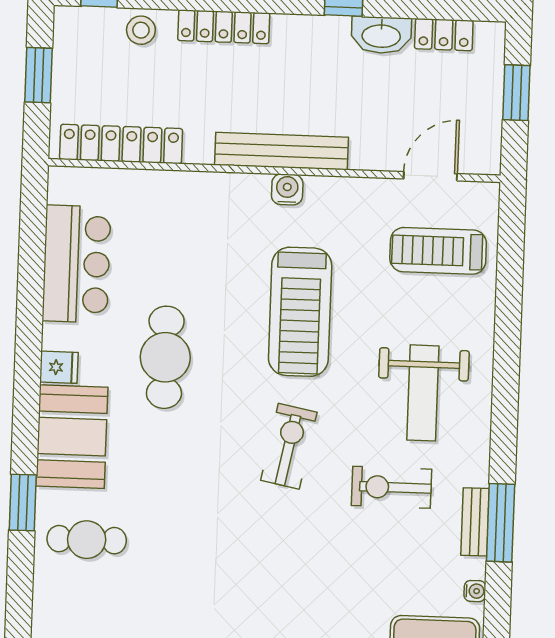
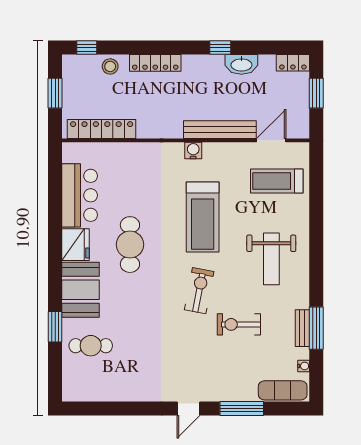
locker: (444, 35) -> (293, 63), moved
bench: (282, 151) -> (220, 130), moved
fridge: (59, 367) -> (76, 245), width x1.88, depth x1.34
exercise bike: (391, 487) -> (239, 324), moved

